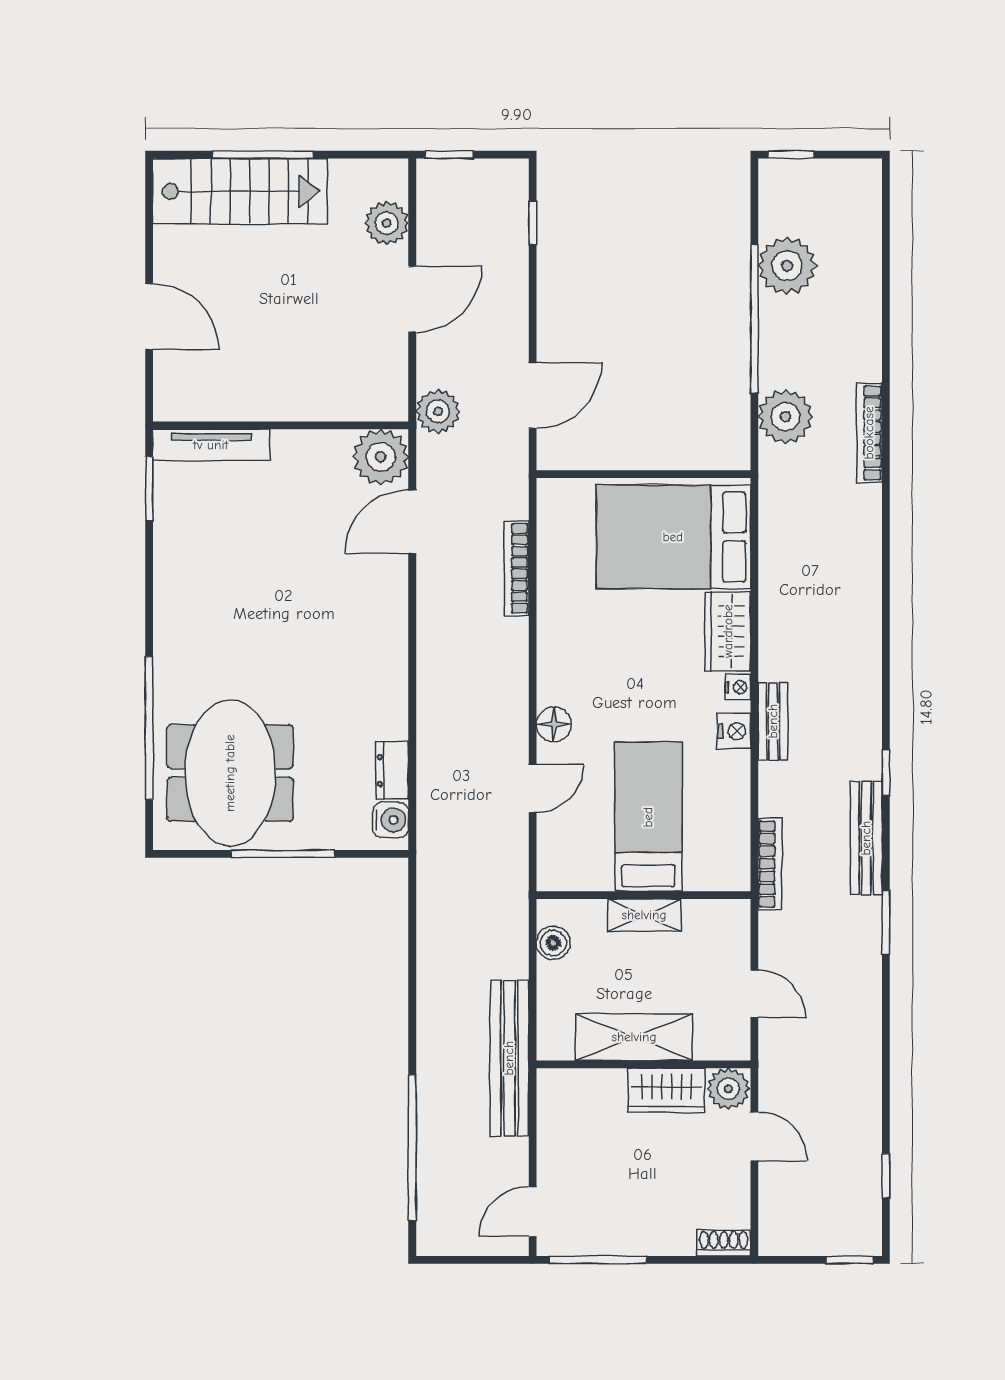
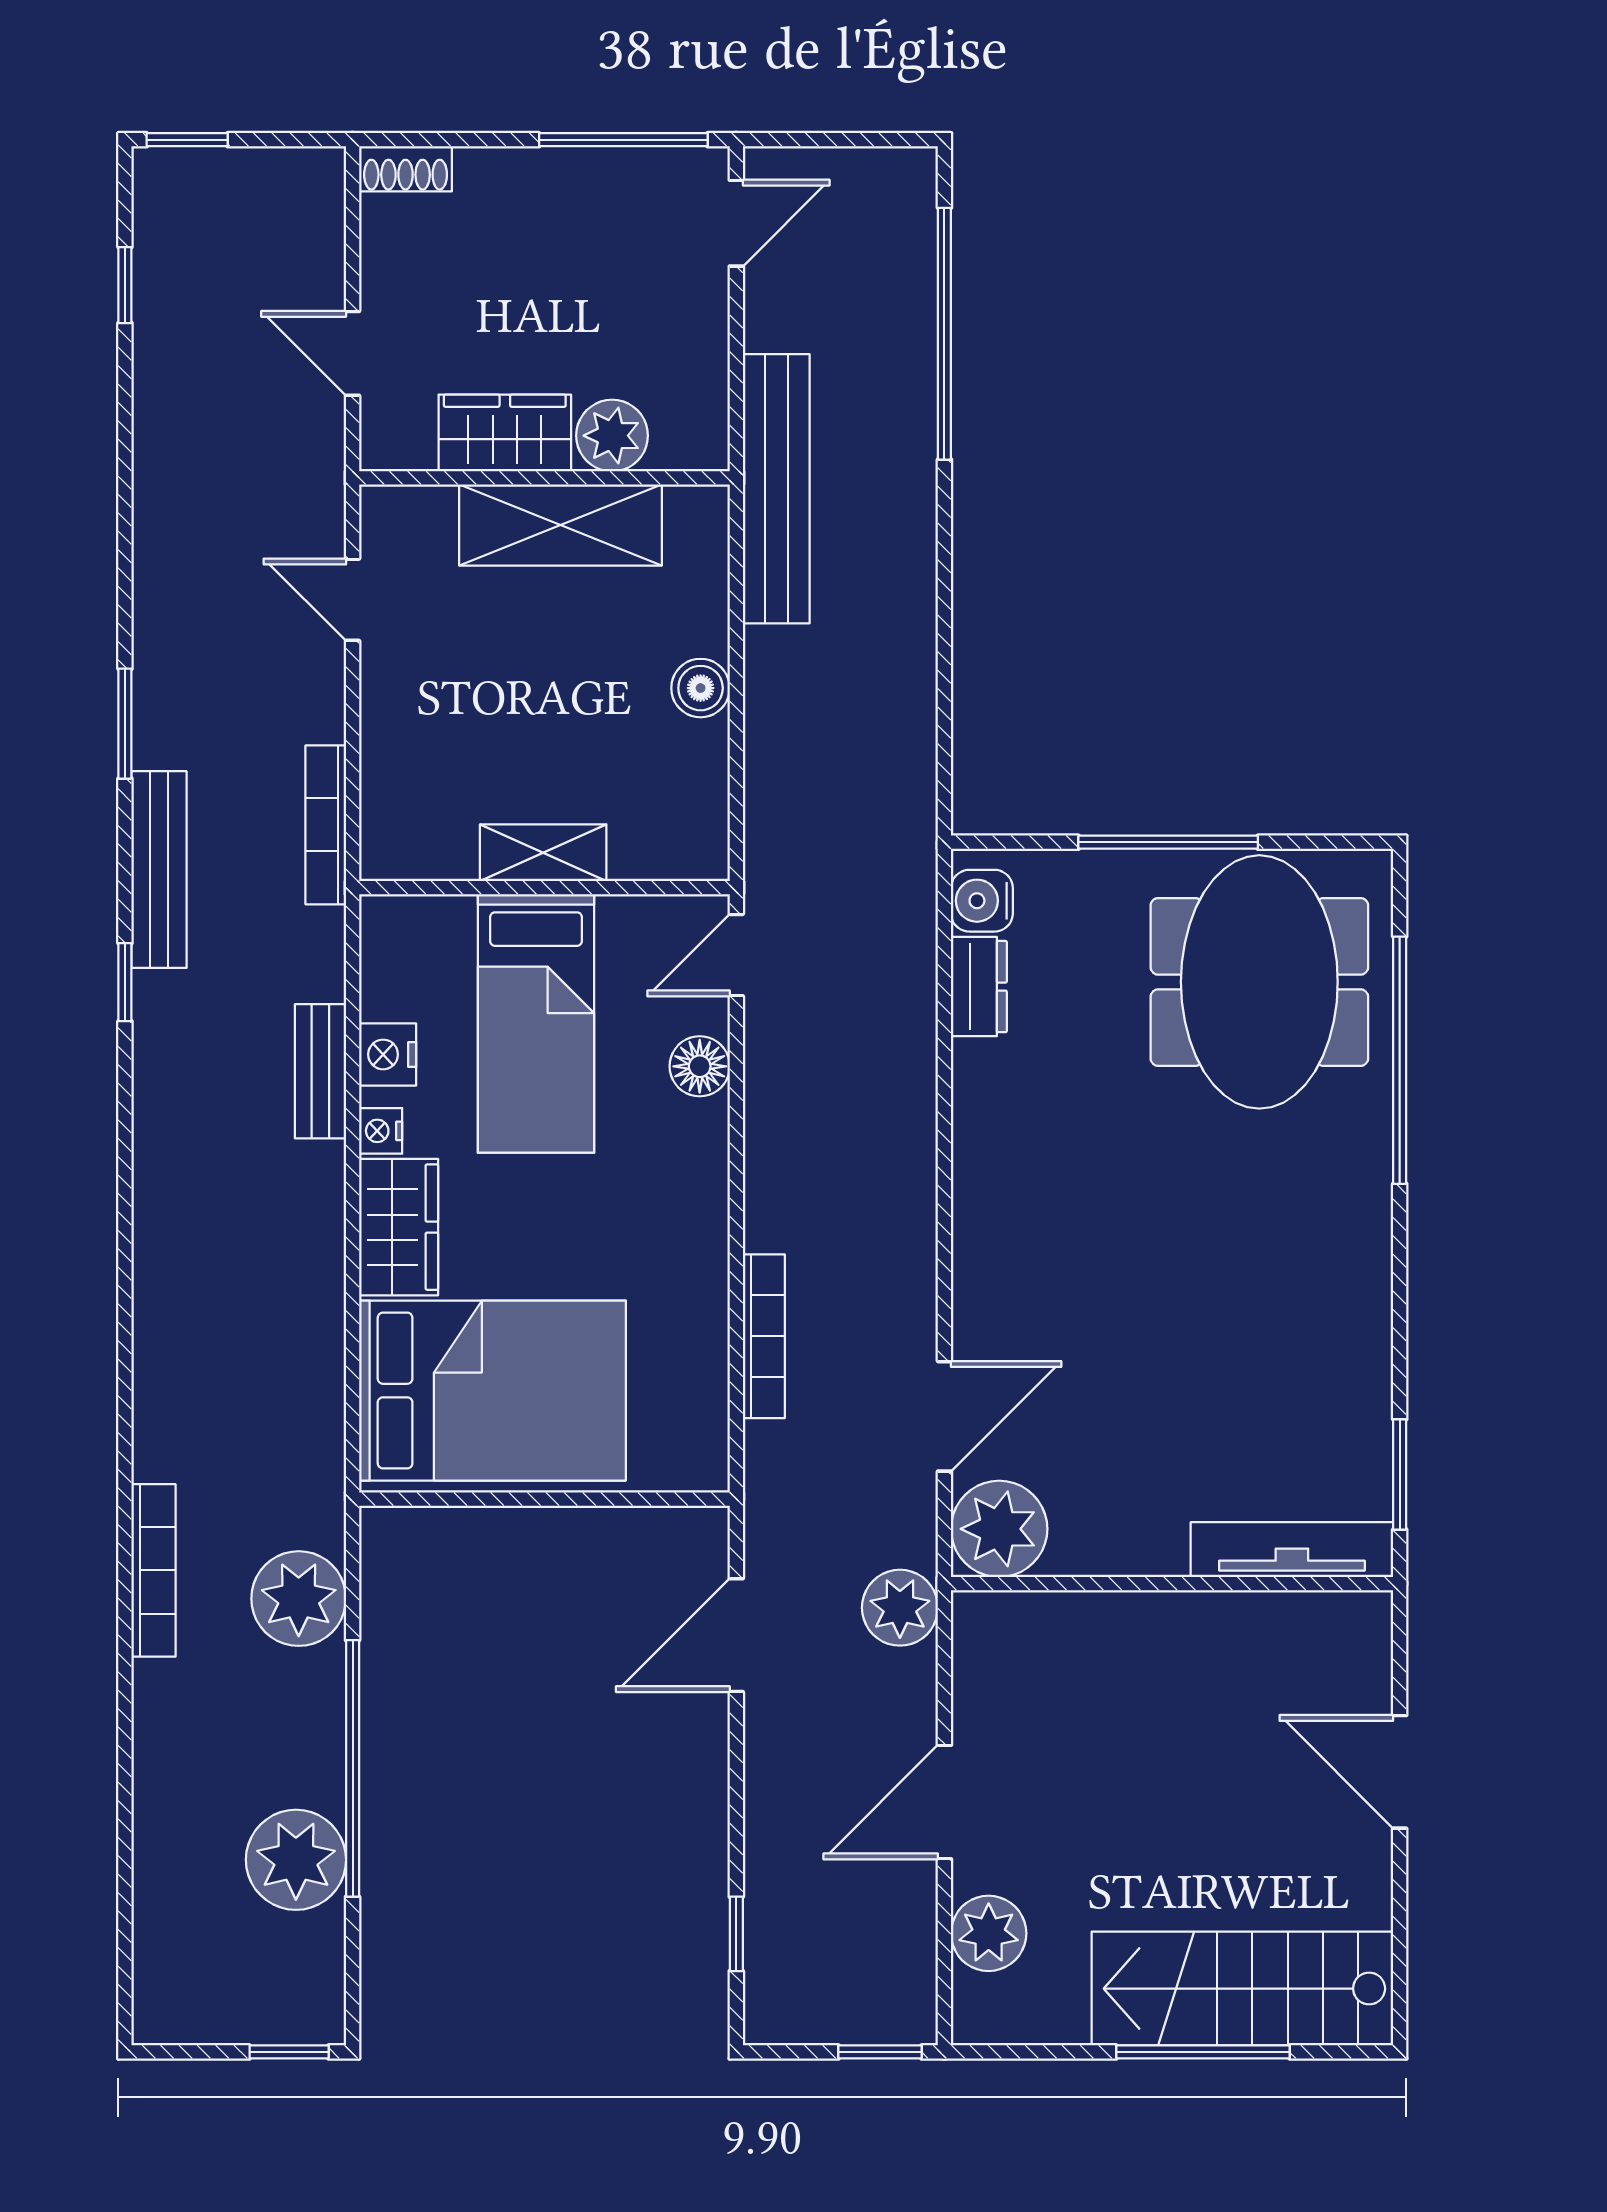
bed: (648, 817) -> (536, 1023), moved
wall: (643, 895) -> (544, 888), moved
shelving: (644, 915) -> (543, 853), moved
plant: (728, 1089) -> (612, 436), moved

